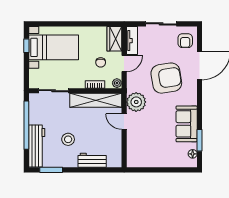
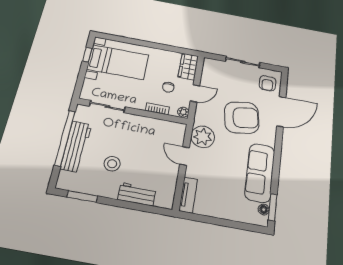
tv unit: (132, 41) -> (188, 195), moved
shelving: (96, 100) -> (155, 126), removed
sofa: (187, 124) -> (260, 173), width x1.36
window: (199, 140) -> (273, 207), moved
workbench: (37, 146) -> (76, 147), moved

